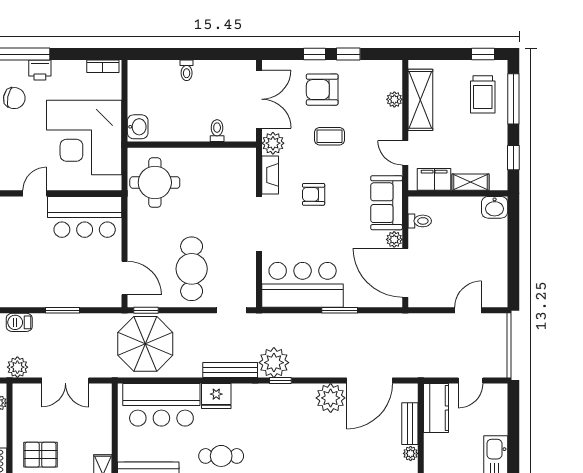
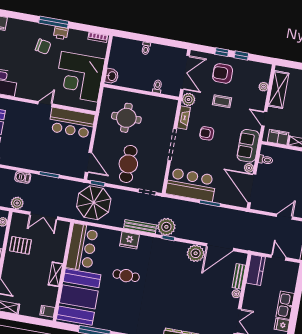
round table: (155, 183) -> (126, 118), moved
door: (470, 380) -> (279, 258), swing flipped
bar counter: (161, 405) -> (82, 247), moved, turned -90
pallet: (40, 455) -> (21, 245), moved

